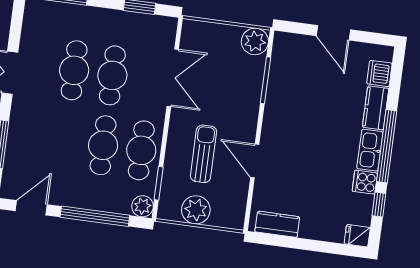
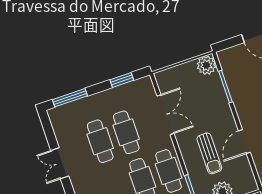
sun lounger: (203, 154) -> (209, 153), turned 180
door: (255, 161) -> (244, 142), hinge flipped

